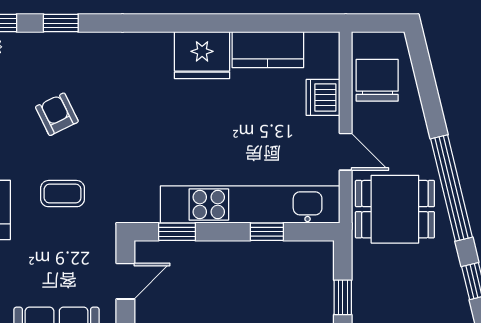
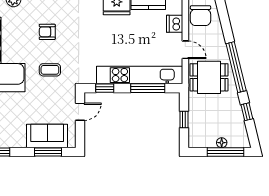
chair: (377, 80) -> (200, 16), turned 180
armchair: (57, 114) -> (47, 32), turned -64
window: (267, 232) -> (148, 88), width x2.17

